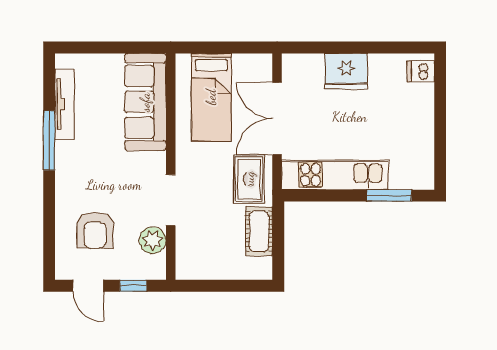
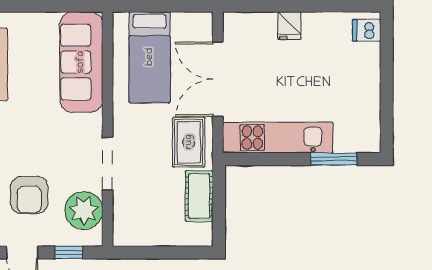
fridge: (346, 71) -> (289, 26), width x0.53, depth x0.75
plant: (153, 240) -> (84, 210), width x1.36, depth x1.36

